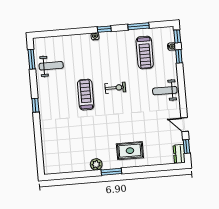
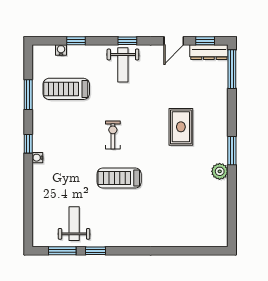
window: (177, 36) -> (127, 41), moved
treadmill: (145, 52) -> (66, 89), turned 180
window: (35, 105) -> (95, 251), moved
rug: (130, 151) -> (181, 127), moved
dresser: (179, 154) -> (209, 52), width x1.44
window: (168, 167) -> (232, 69), added

